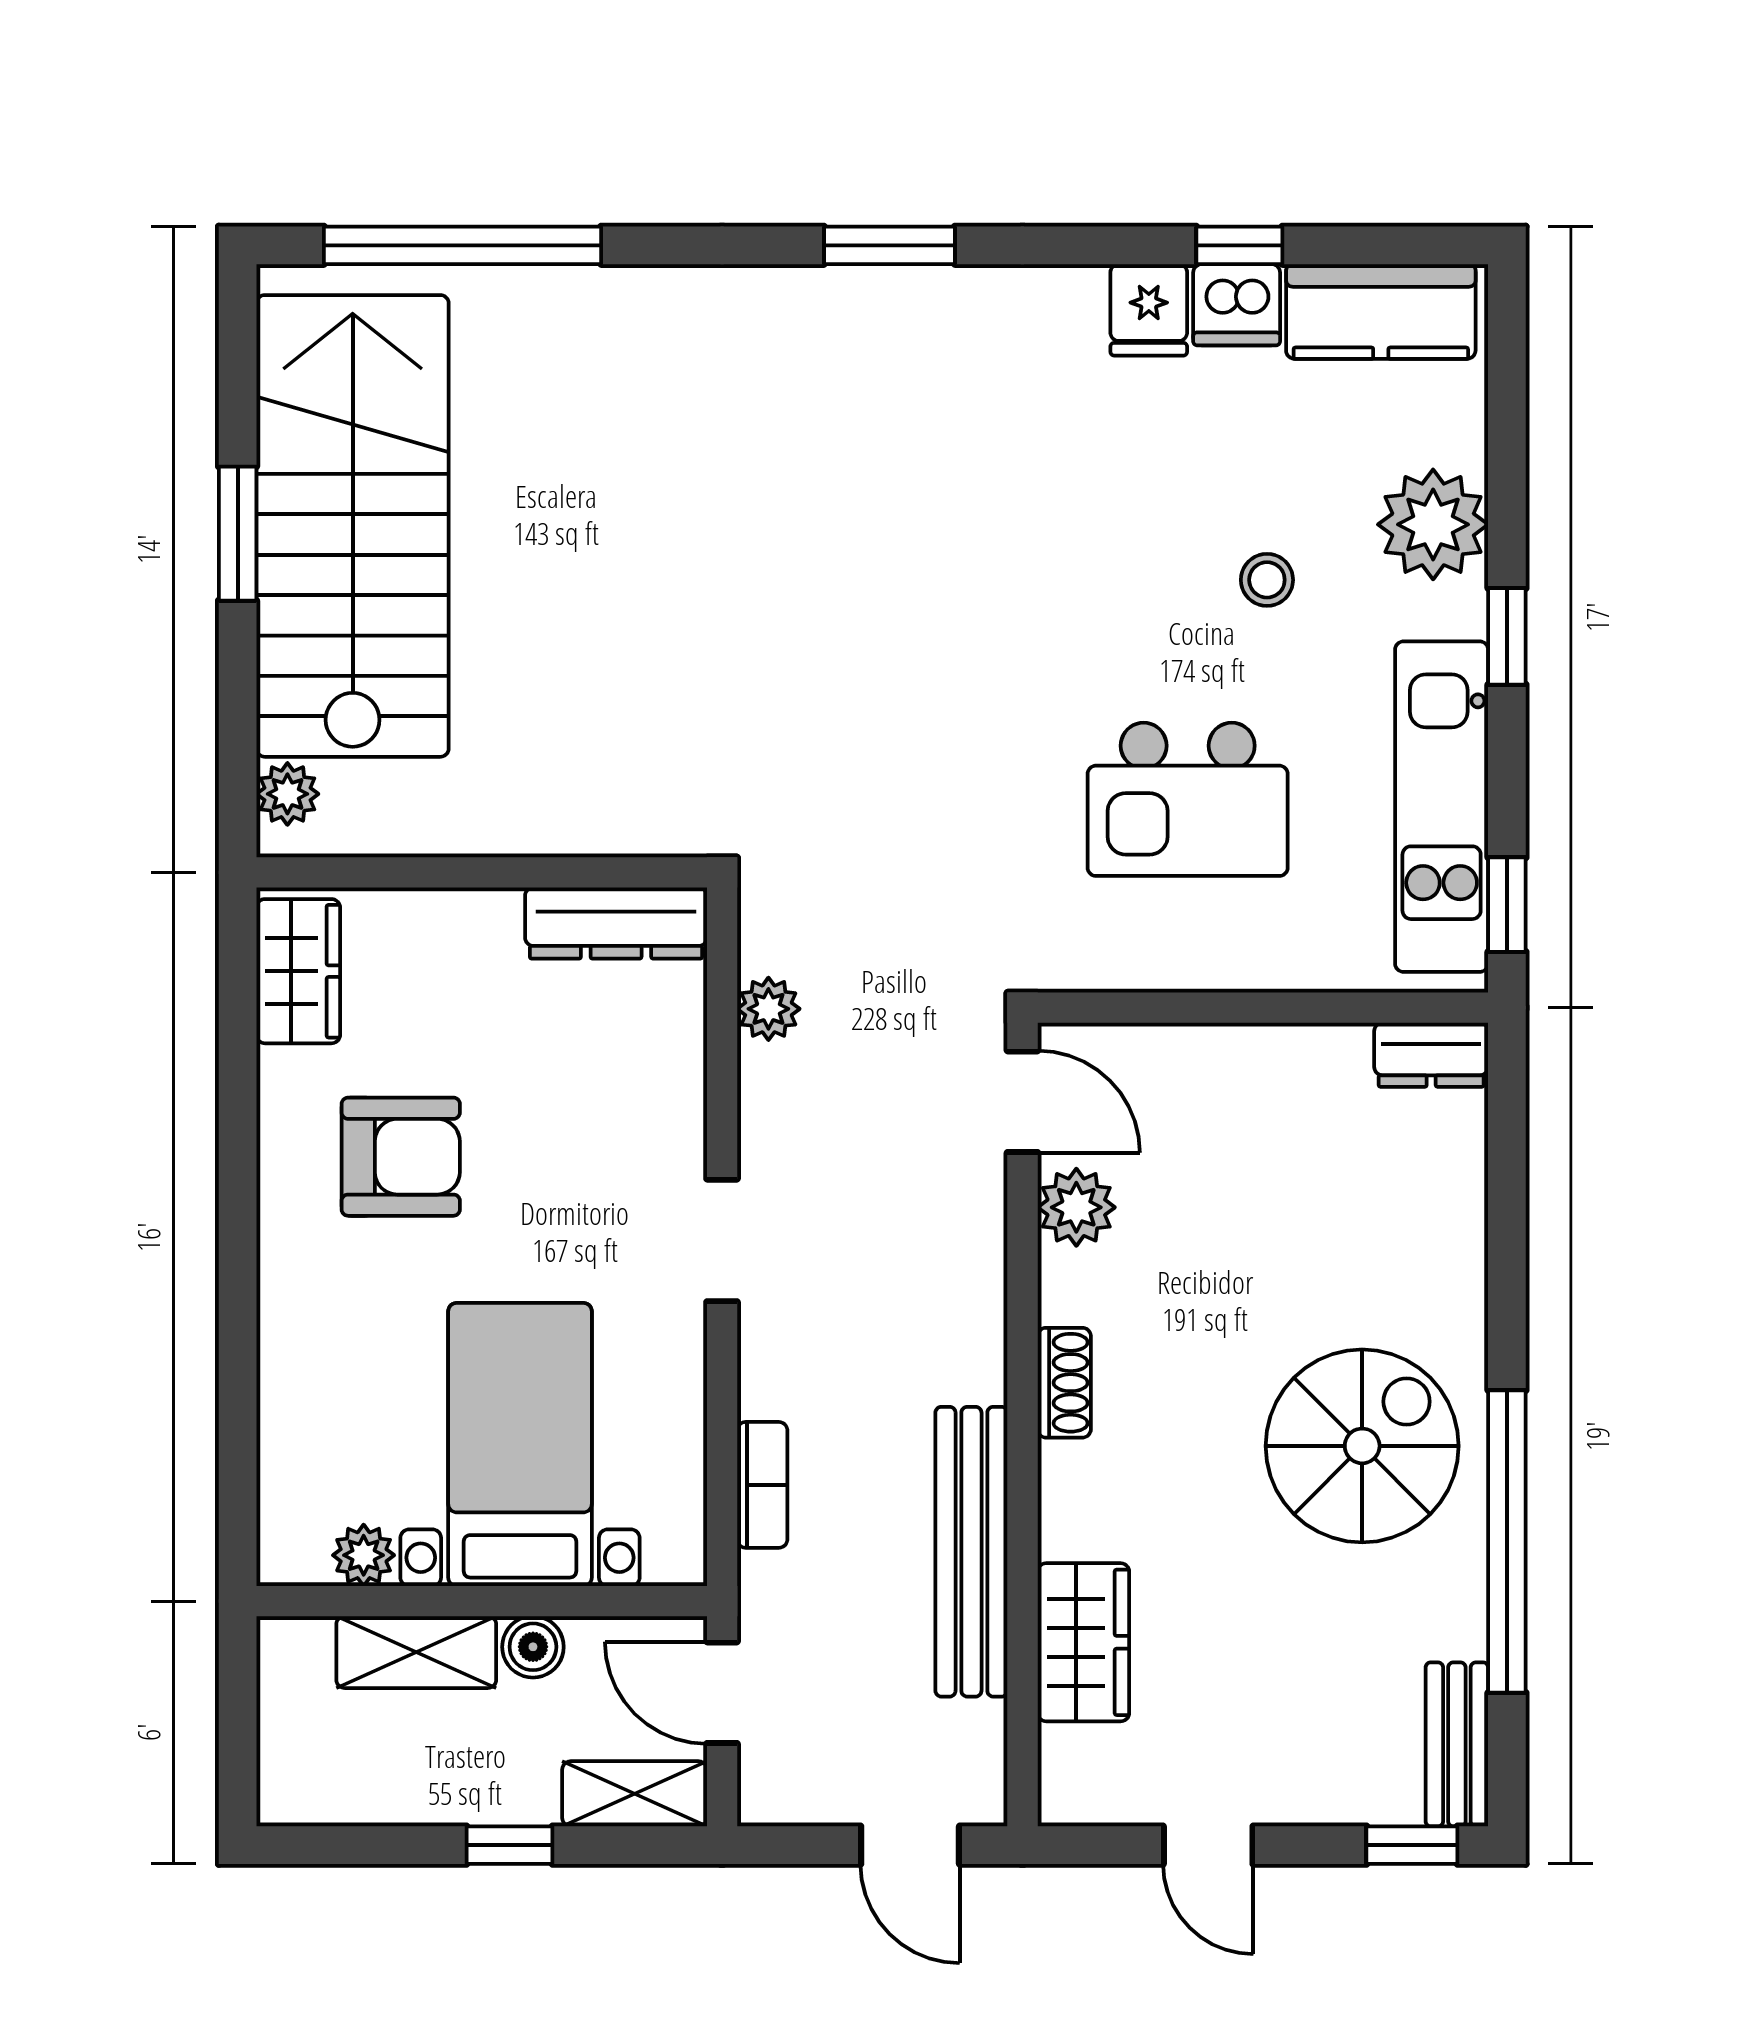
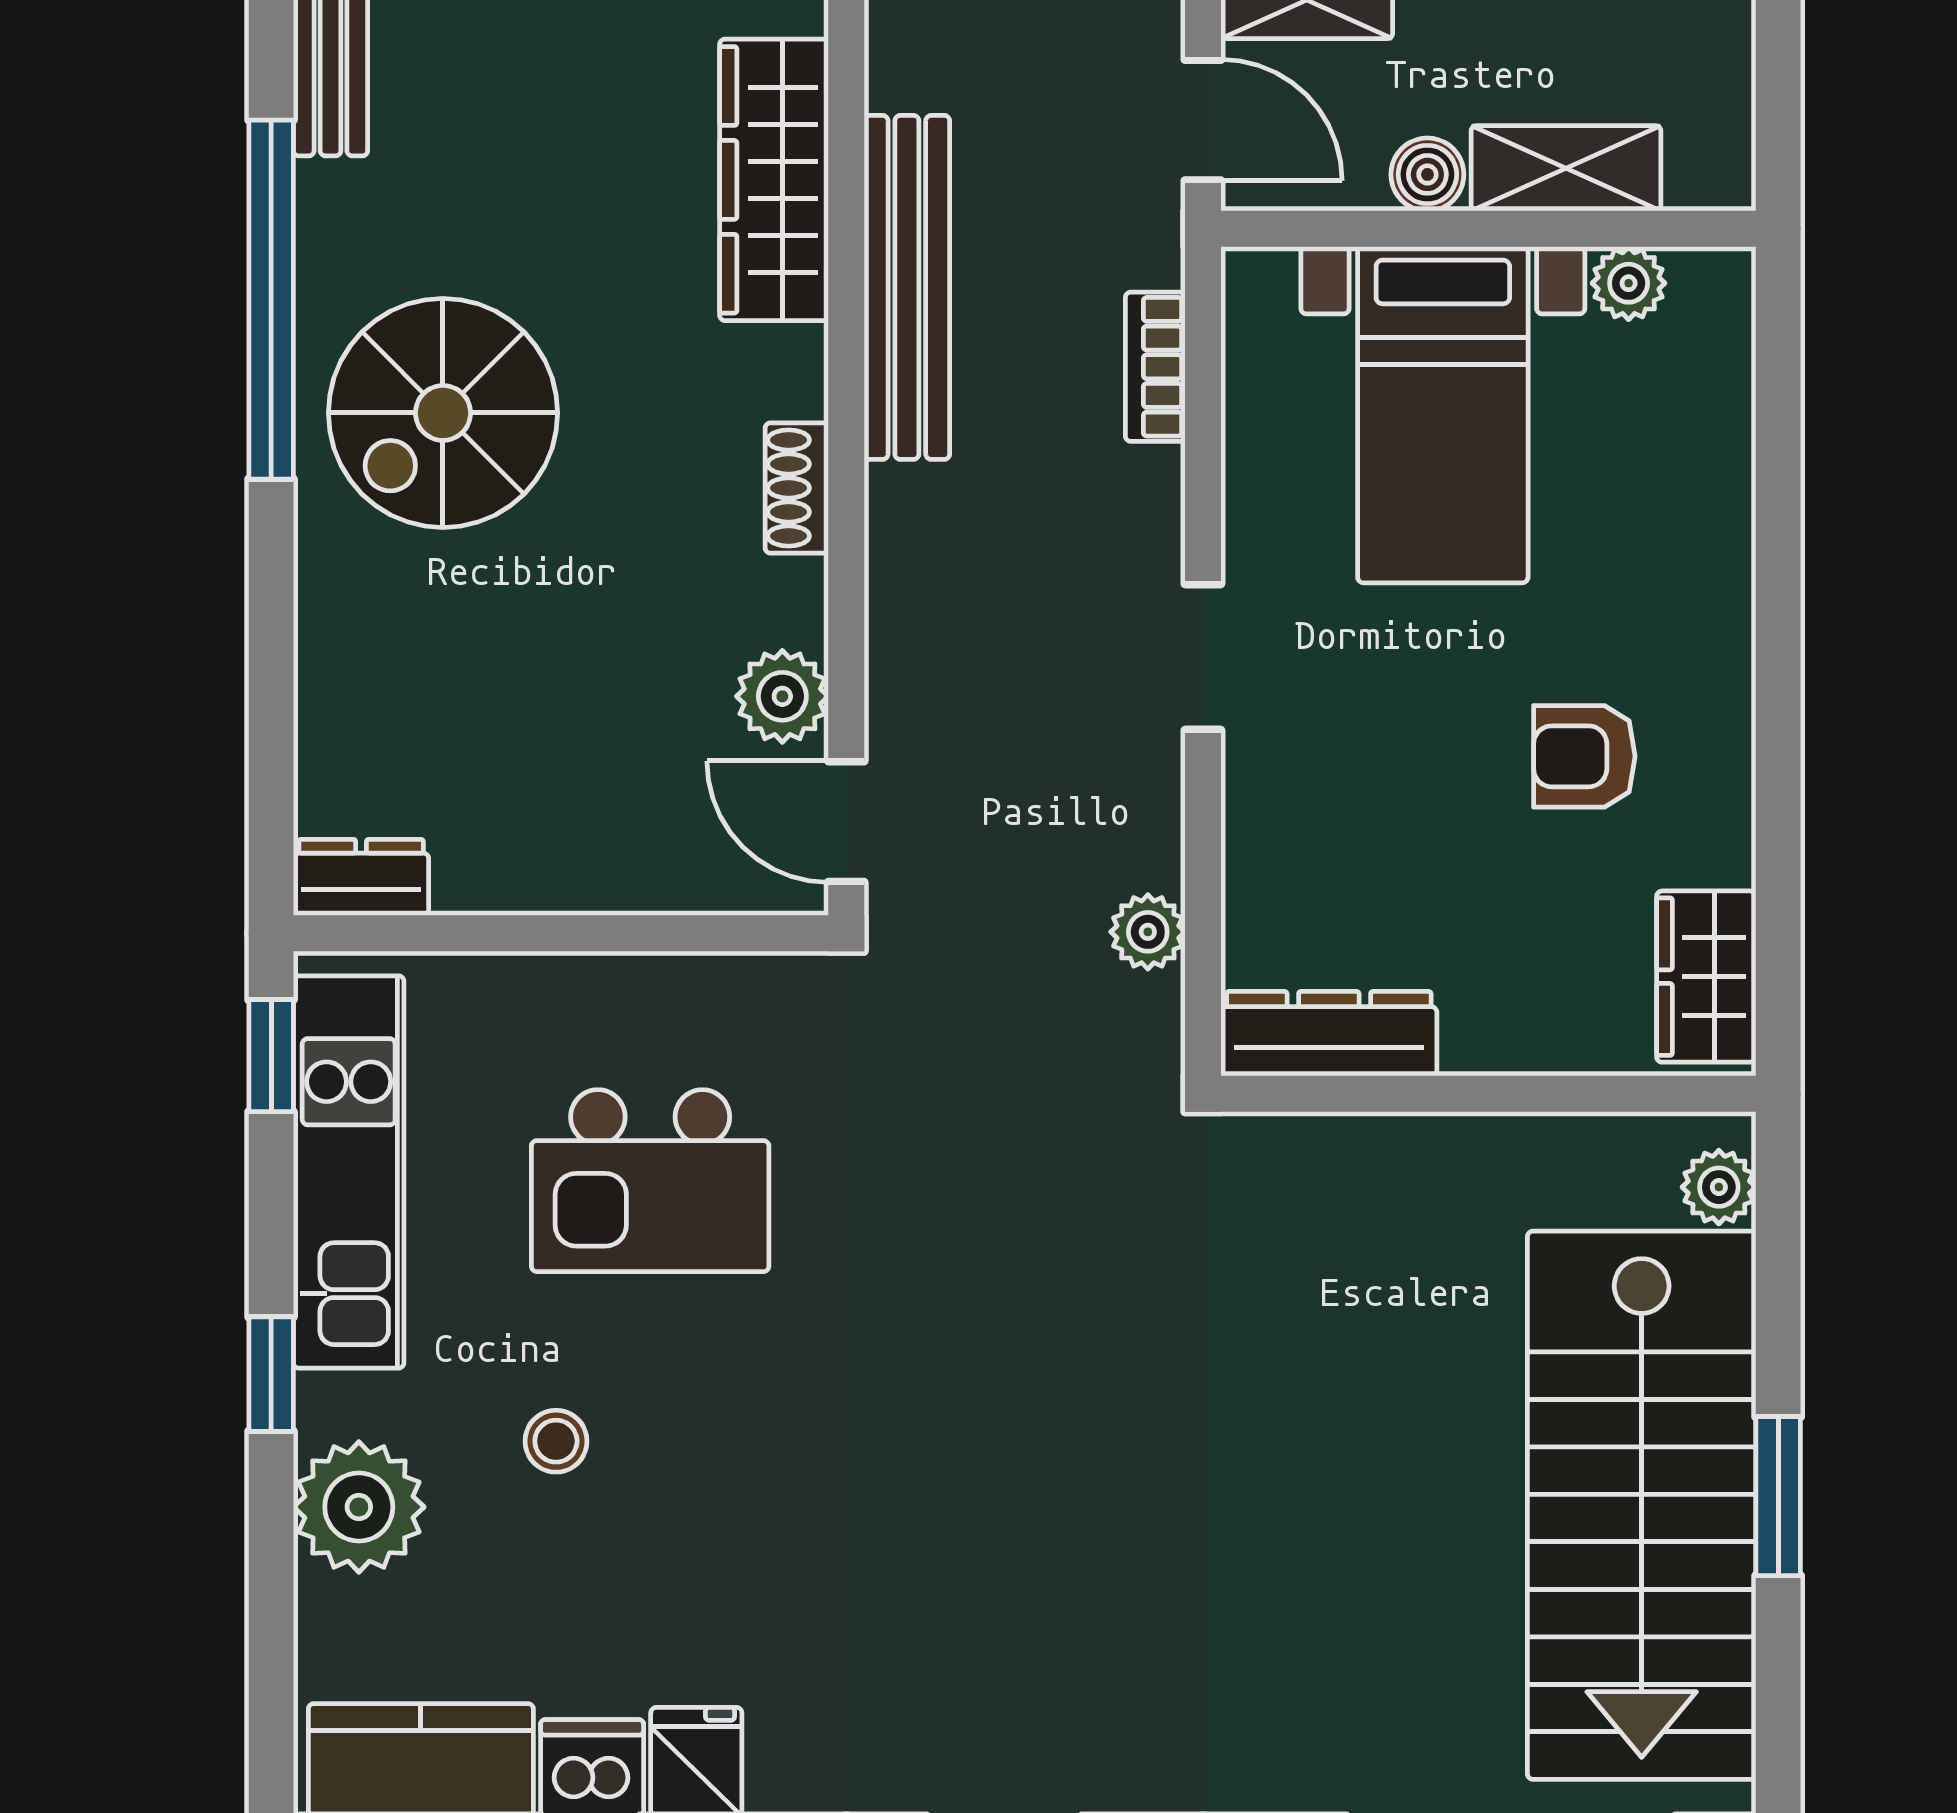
kitchen island: (1188, 799) -> (650, 1181), turned 180
armchair: (401, 1157) -> (1584, 756), width x0.72, depth x0.72
wardrobe: (1083, 1642) -> (774, 180), width x1.50

